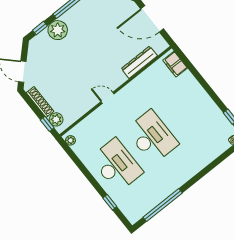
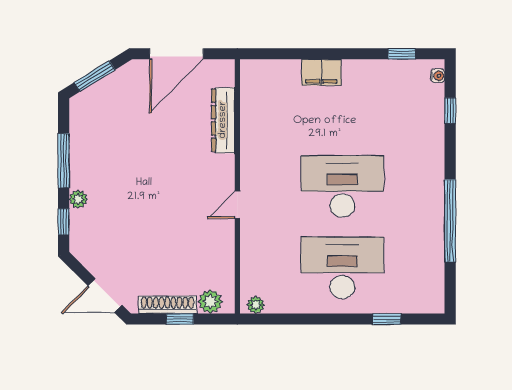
plant: (58, 30) -> (78, 199), width x0.53, depth x0.53
filing cabinet: (175, 64) -> (321, 72), moved
window: (47, 124) -> (180, 319), moved
window: (222, 157) -> (450, 110), added
window: (163, 205) -> (450, 221), moved

